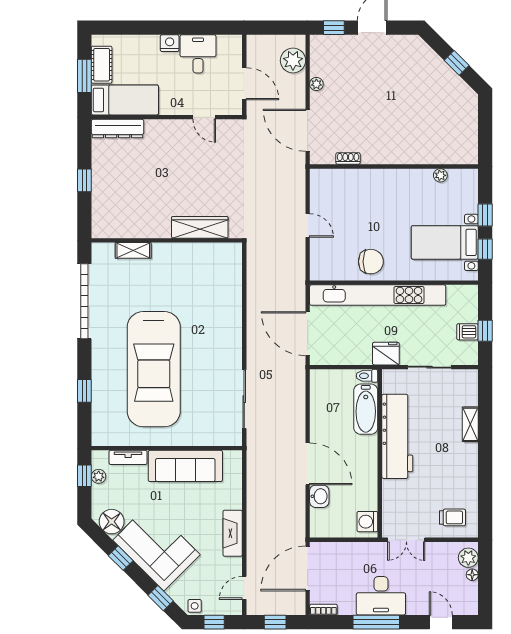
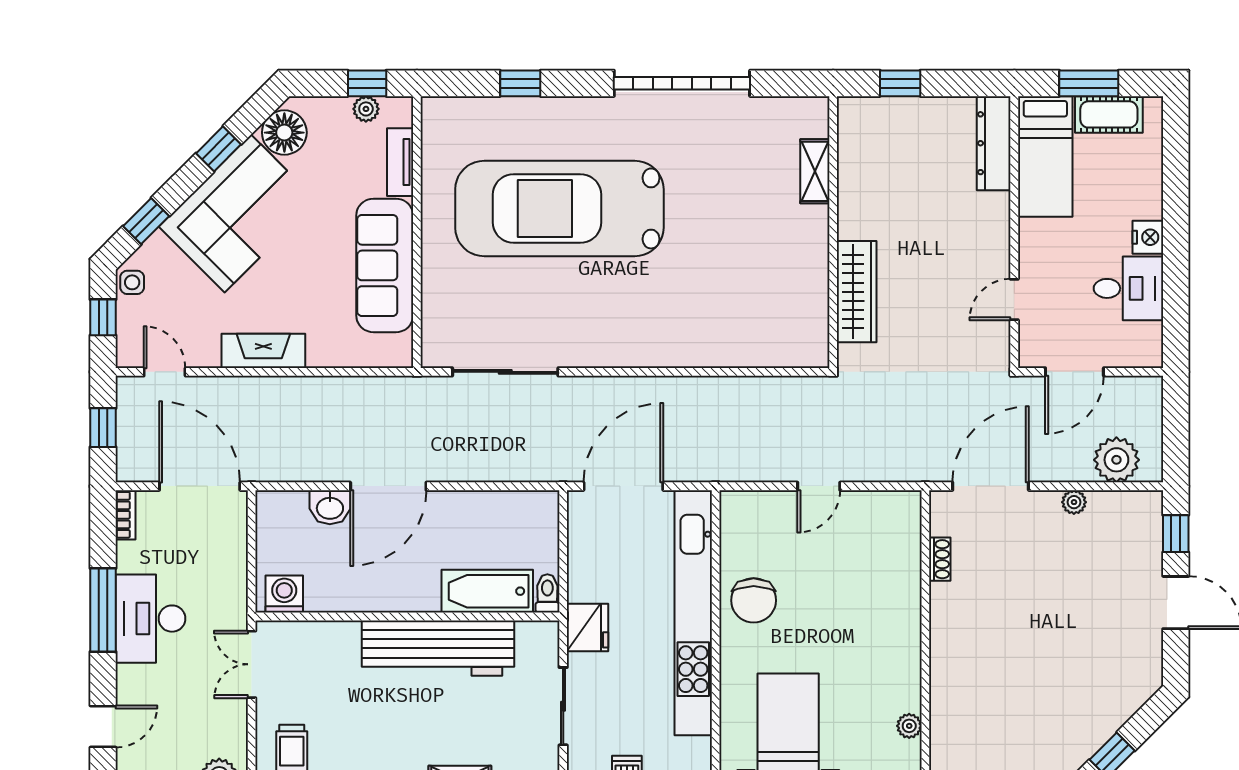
wardrobe: (200, 227) -> (857, 292), moved
wall: (167, 240) -> (833, 232), moved
shelving: (133, 250) -> (815, 171), moved

